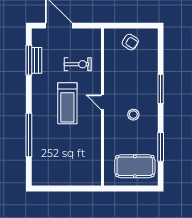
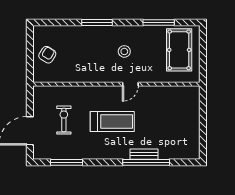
bench: (37, 60) -> (144, 154), moved
exercise bike: (78, 64) -> (64, 120), moved
door: (103, 102) -> (130, 84), moved

